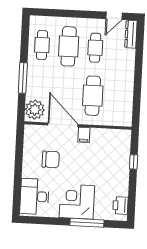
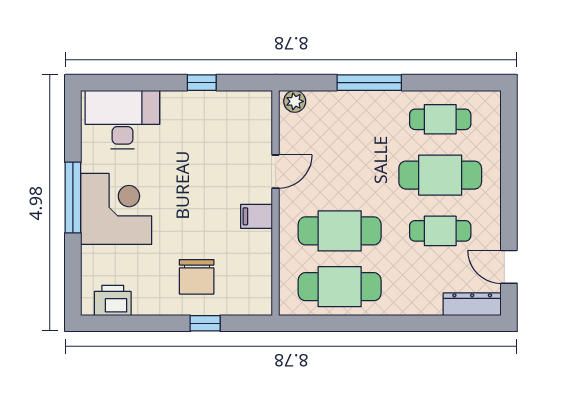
cafe table: (119, 97) -> (340, 287), added
plant: (35, 110) -> (295, 101), width x0.53, depth x0.53
door: (63, 125) -> (276, 172), width x0.53
window: (19, 158) -> (202, 83), added
chair: (51, 159) -> (197, 277), moved
window: (87, 223) -> (73, 198), moved

